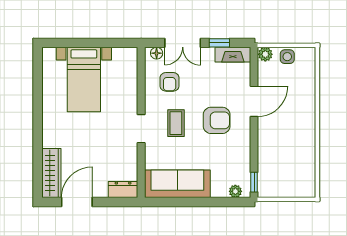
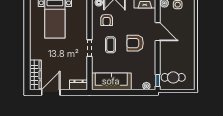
door: (254, 101) -> (158, 32), hinge flipped
armchair: (217, 120) -> (135, 43), turned 180
cafe table: (280, 177) -> (173, 77), added

